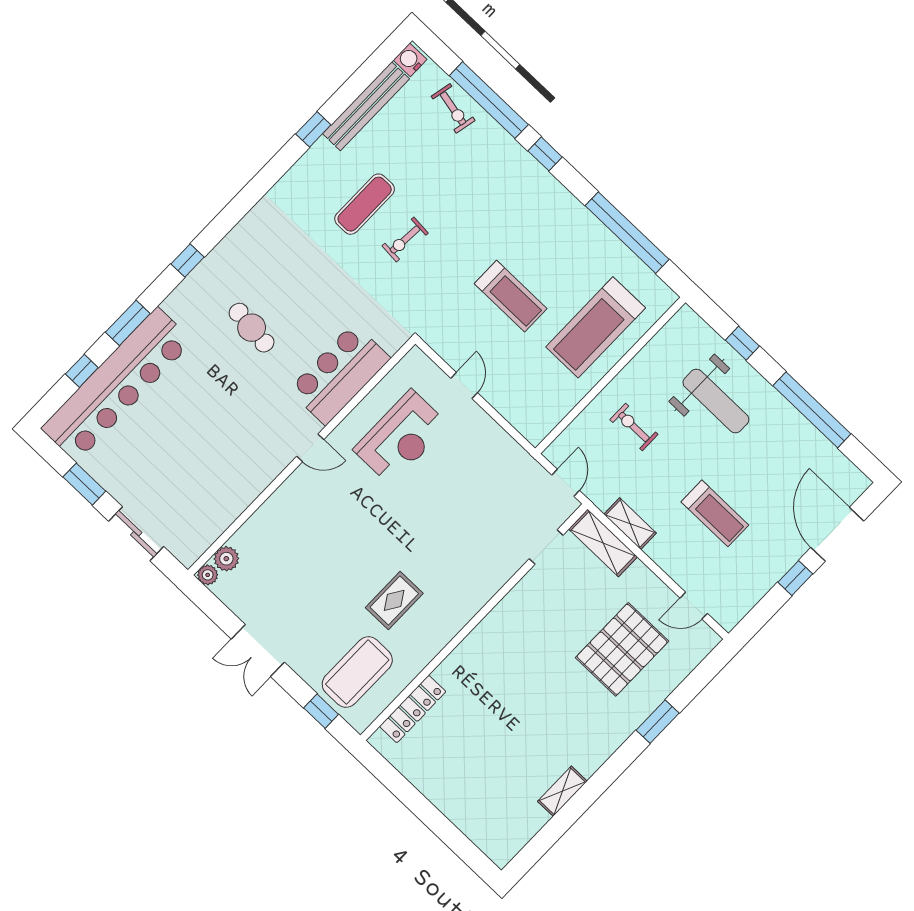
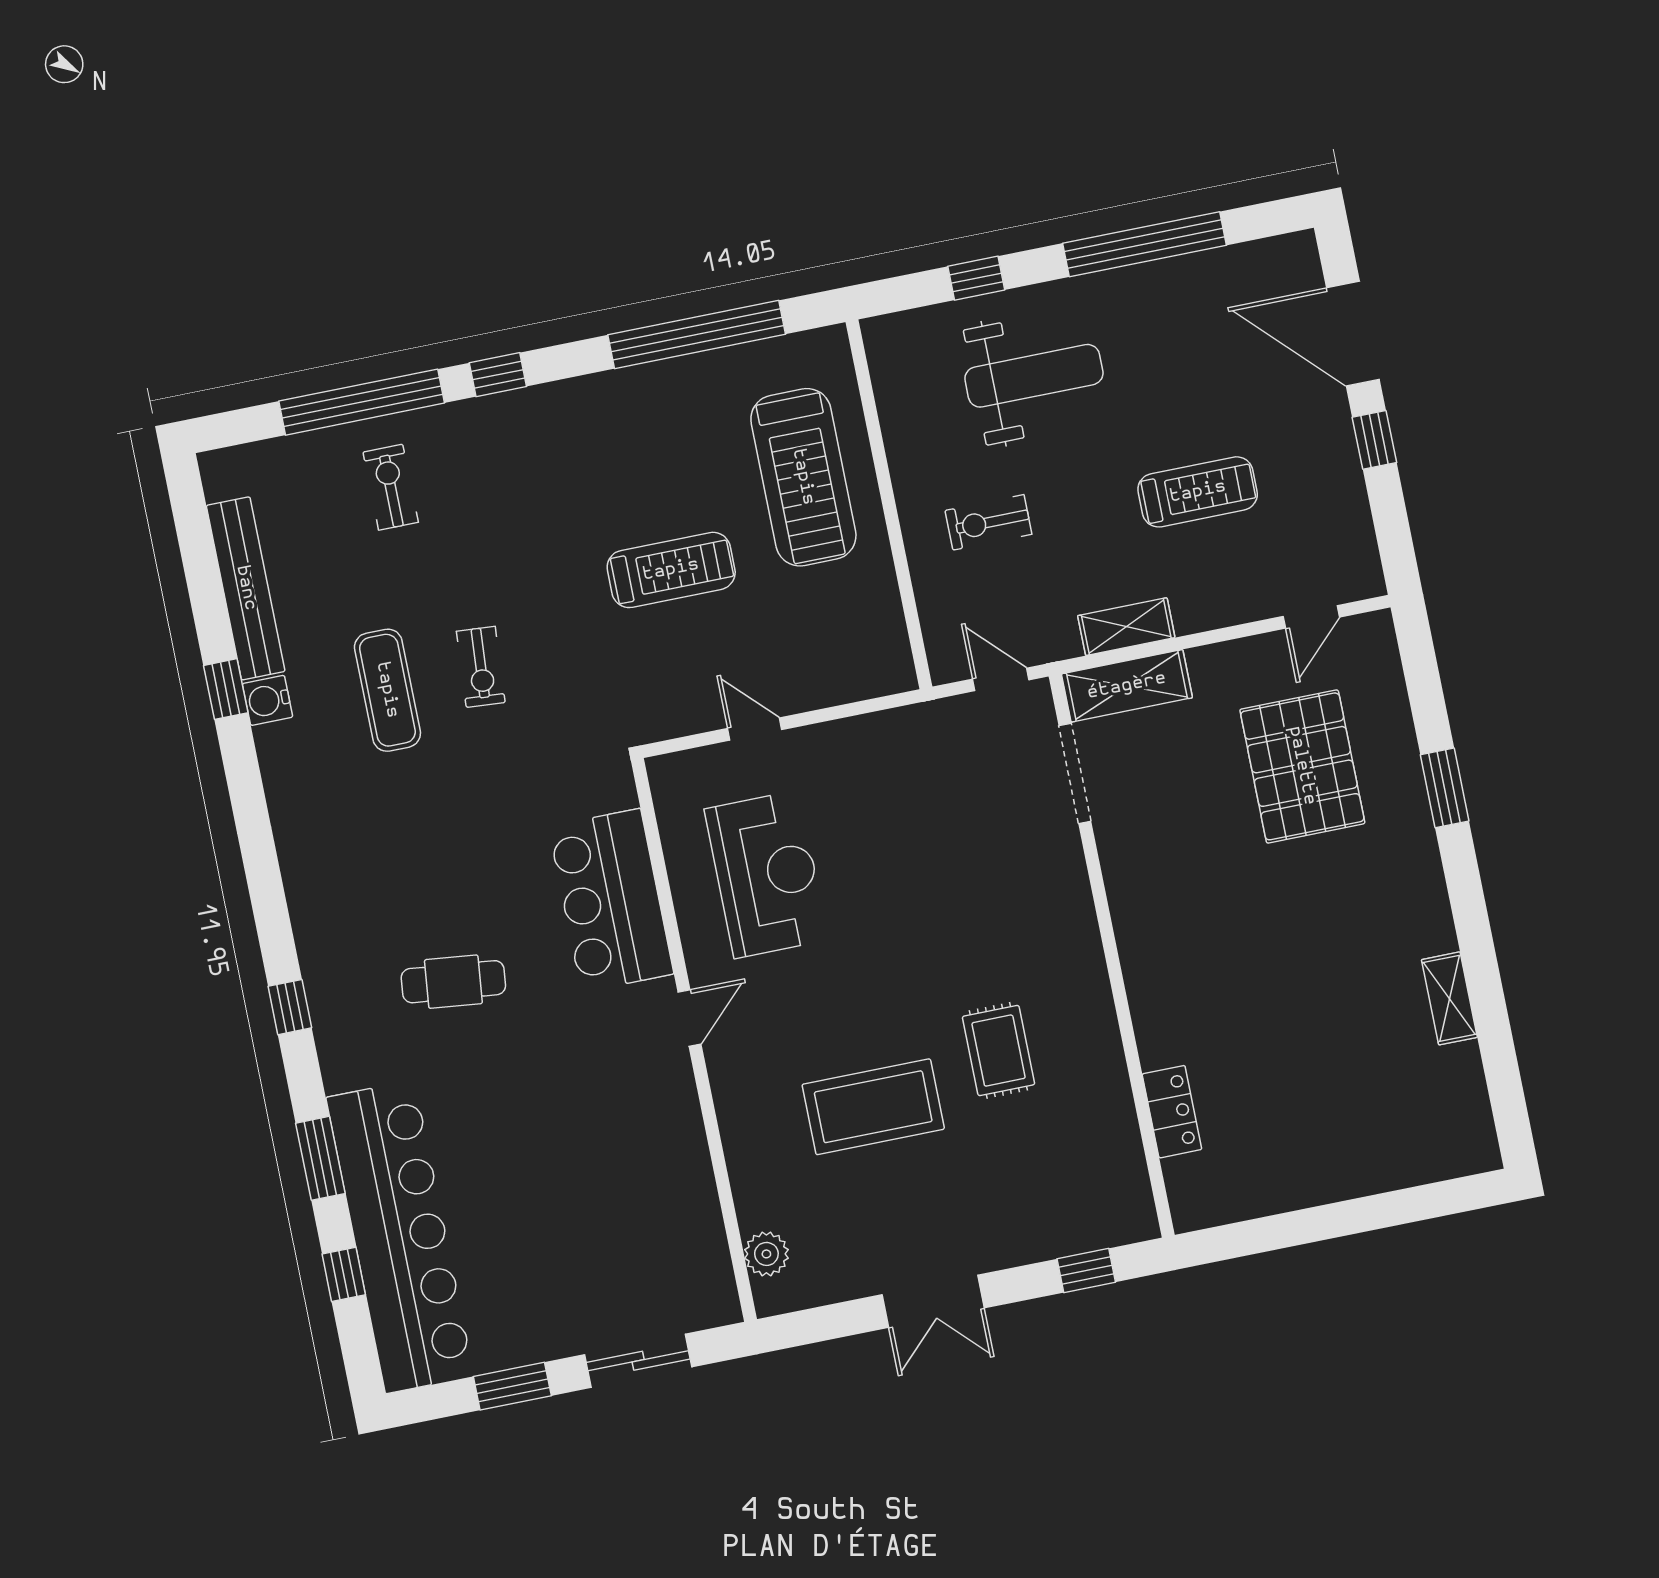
water cooler: (410, 60) -> (267, 700), moved
exercise bike: (453, 108) -> (391, 487), moved, turned -102
doorway: (546, 547) -> (1075, 773), width x1.38
plant: (208, 575) -> (771, 1298), removed
coffee table: (357, 672) -> (873, 1107), moved, turned 90
locker: (413, 709) -> (1172, 1112), width x0.66

